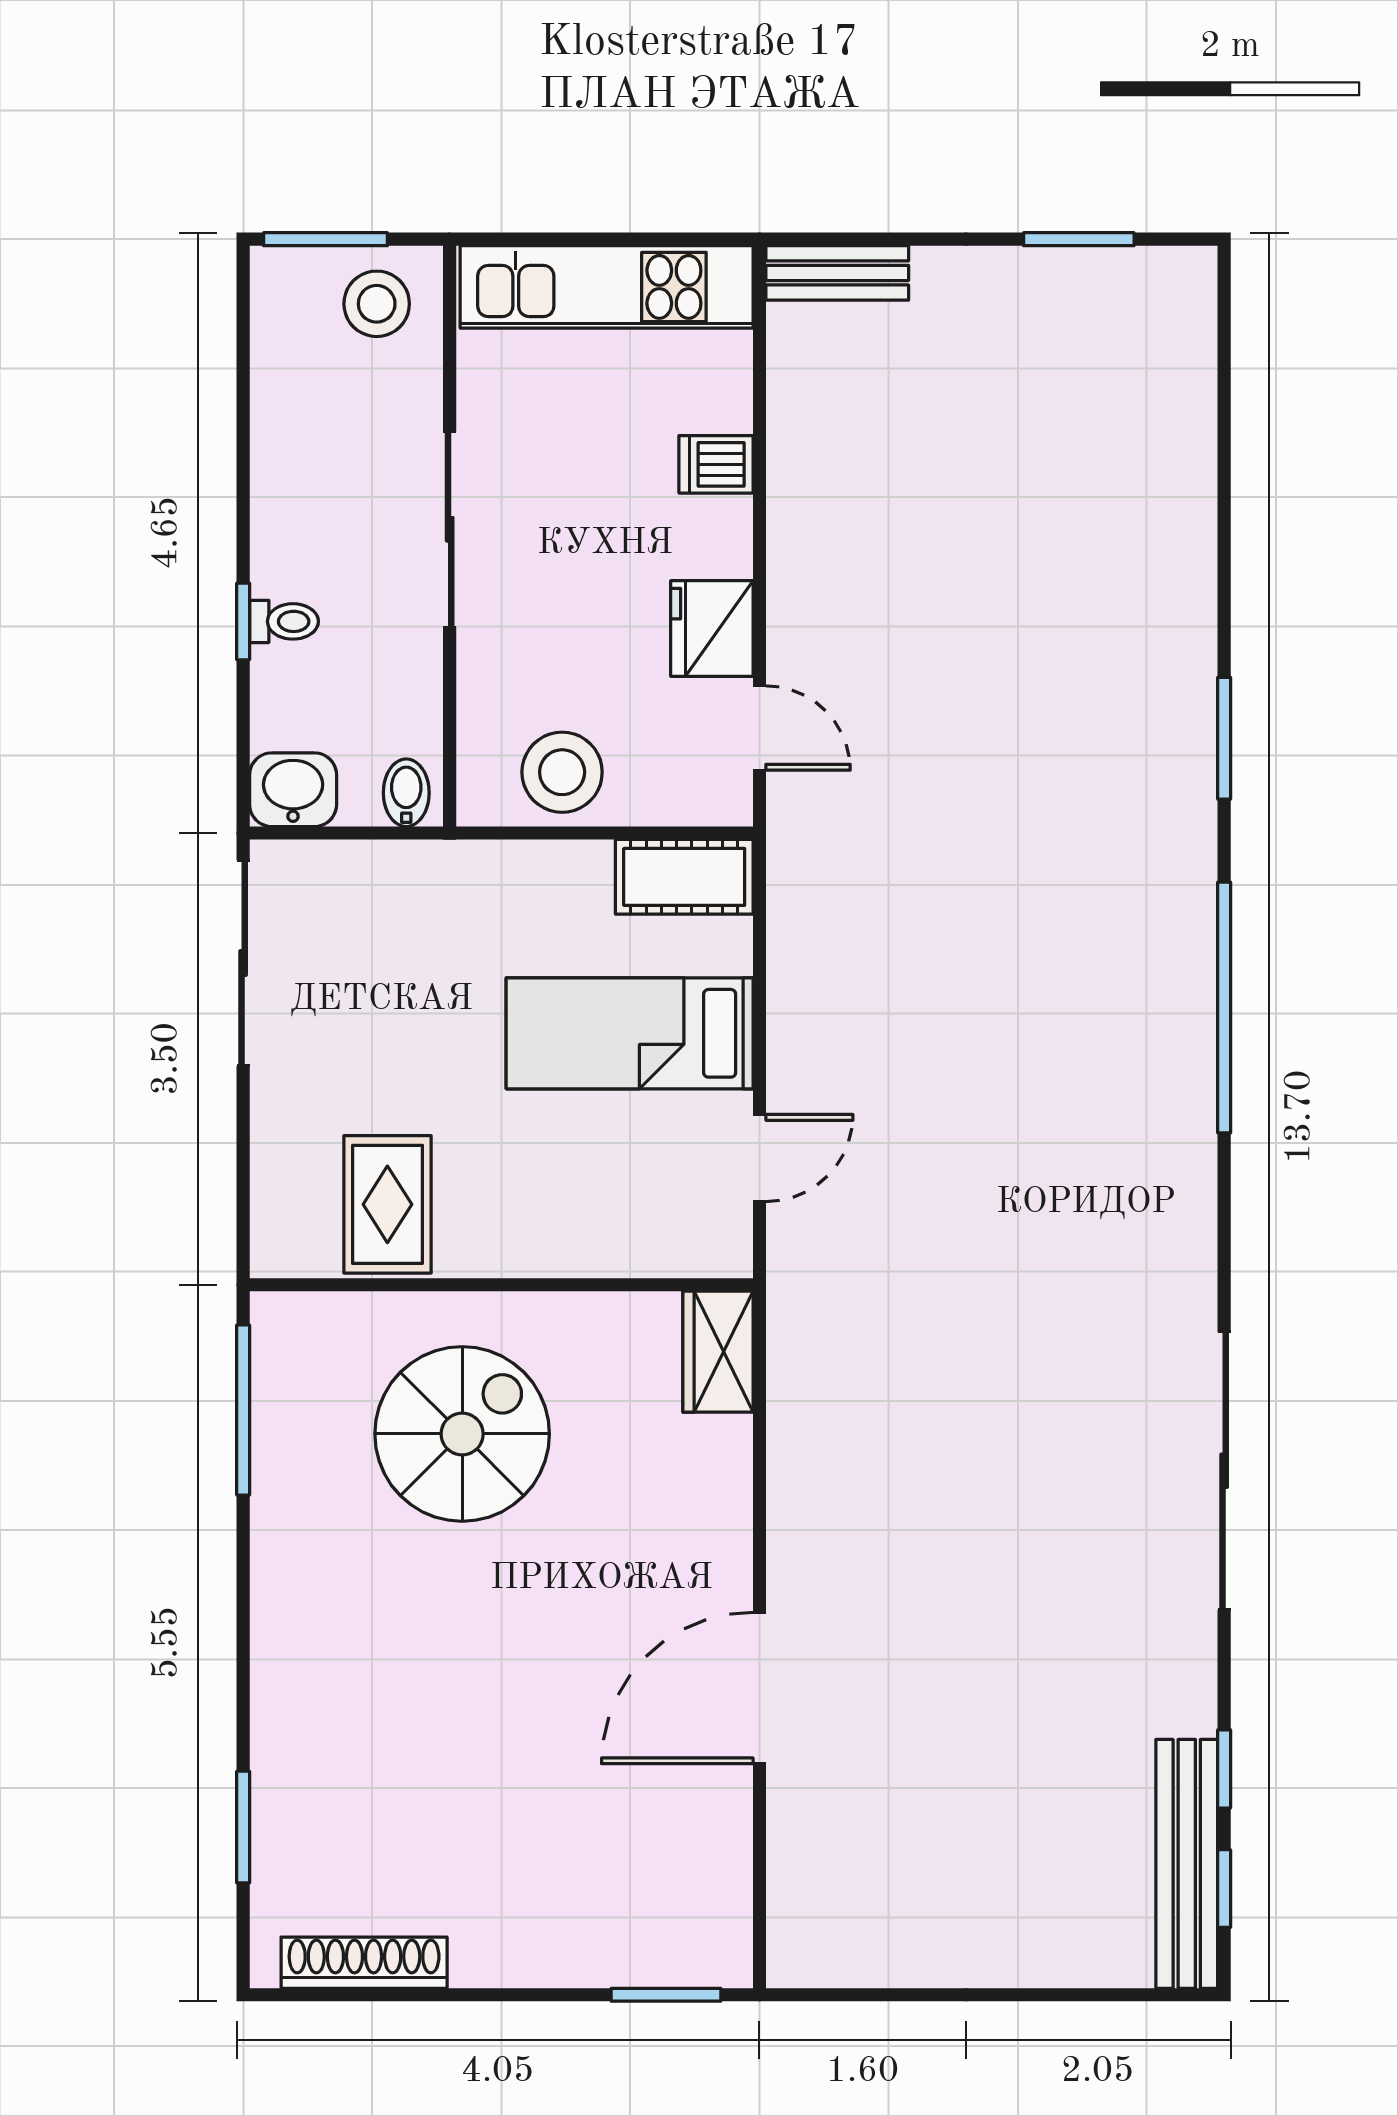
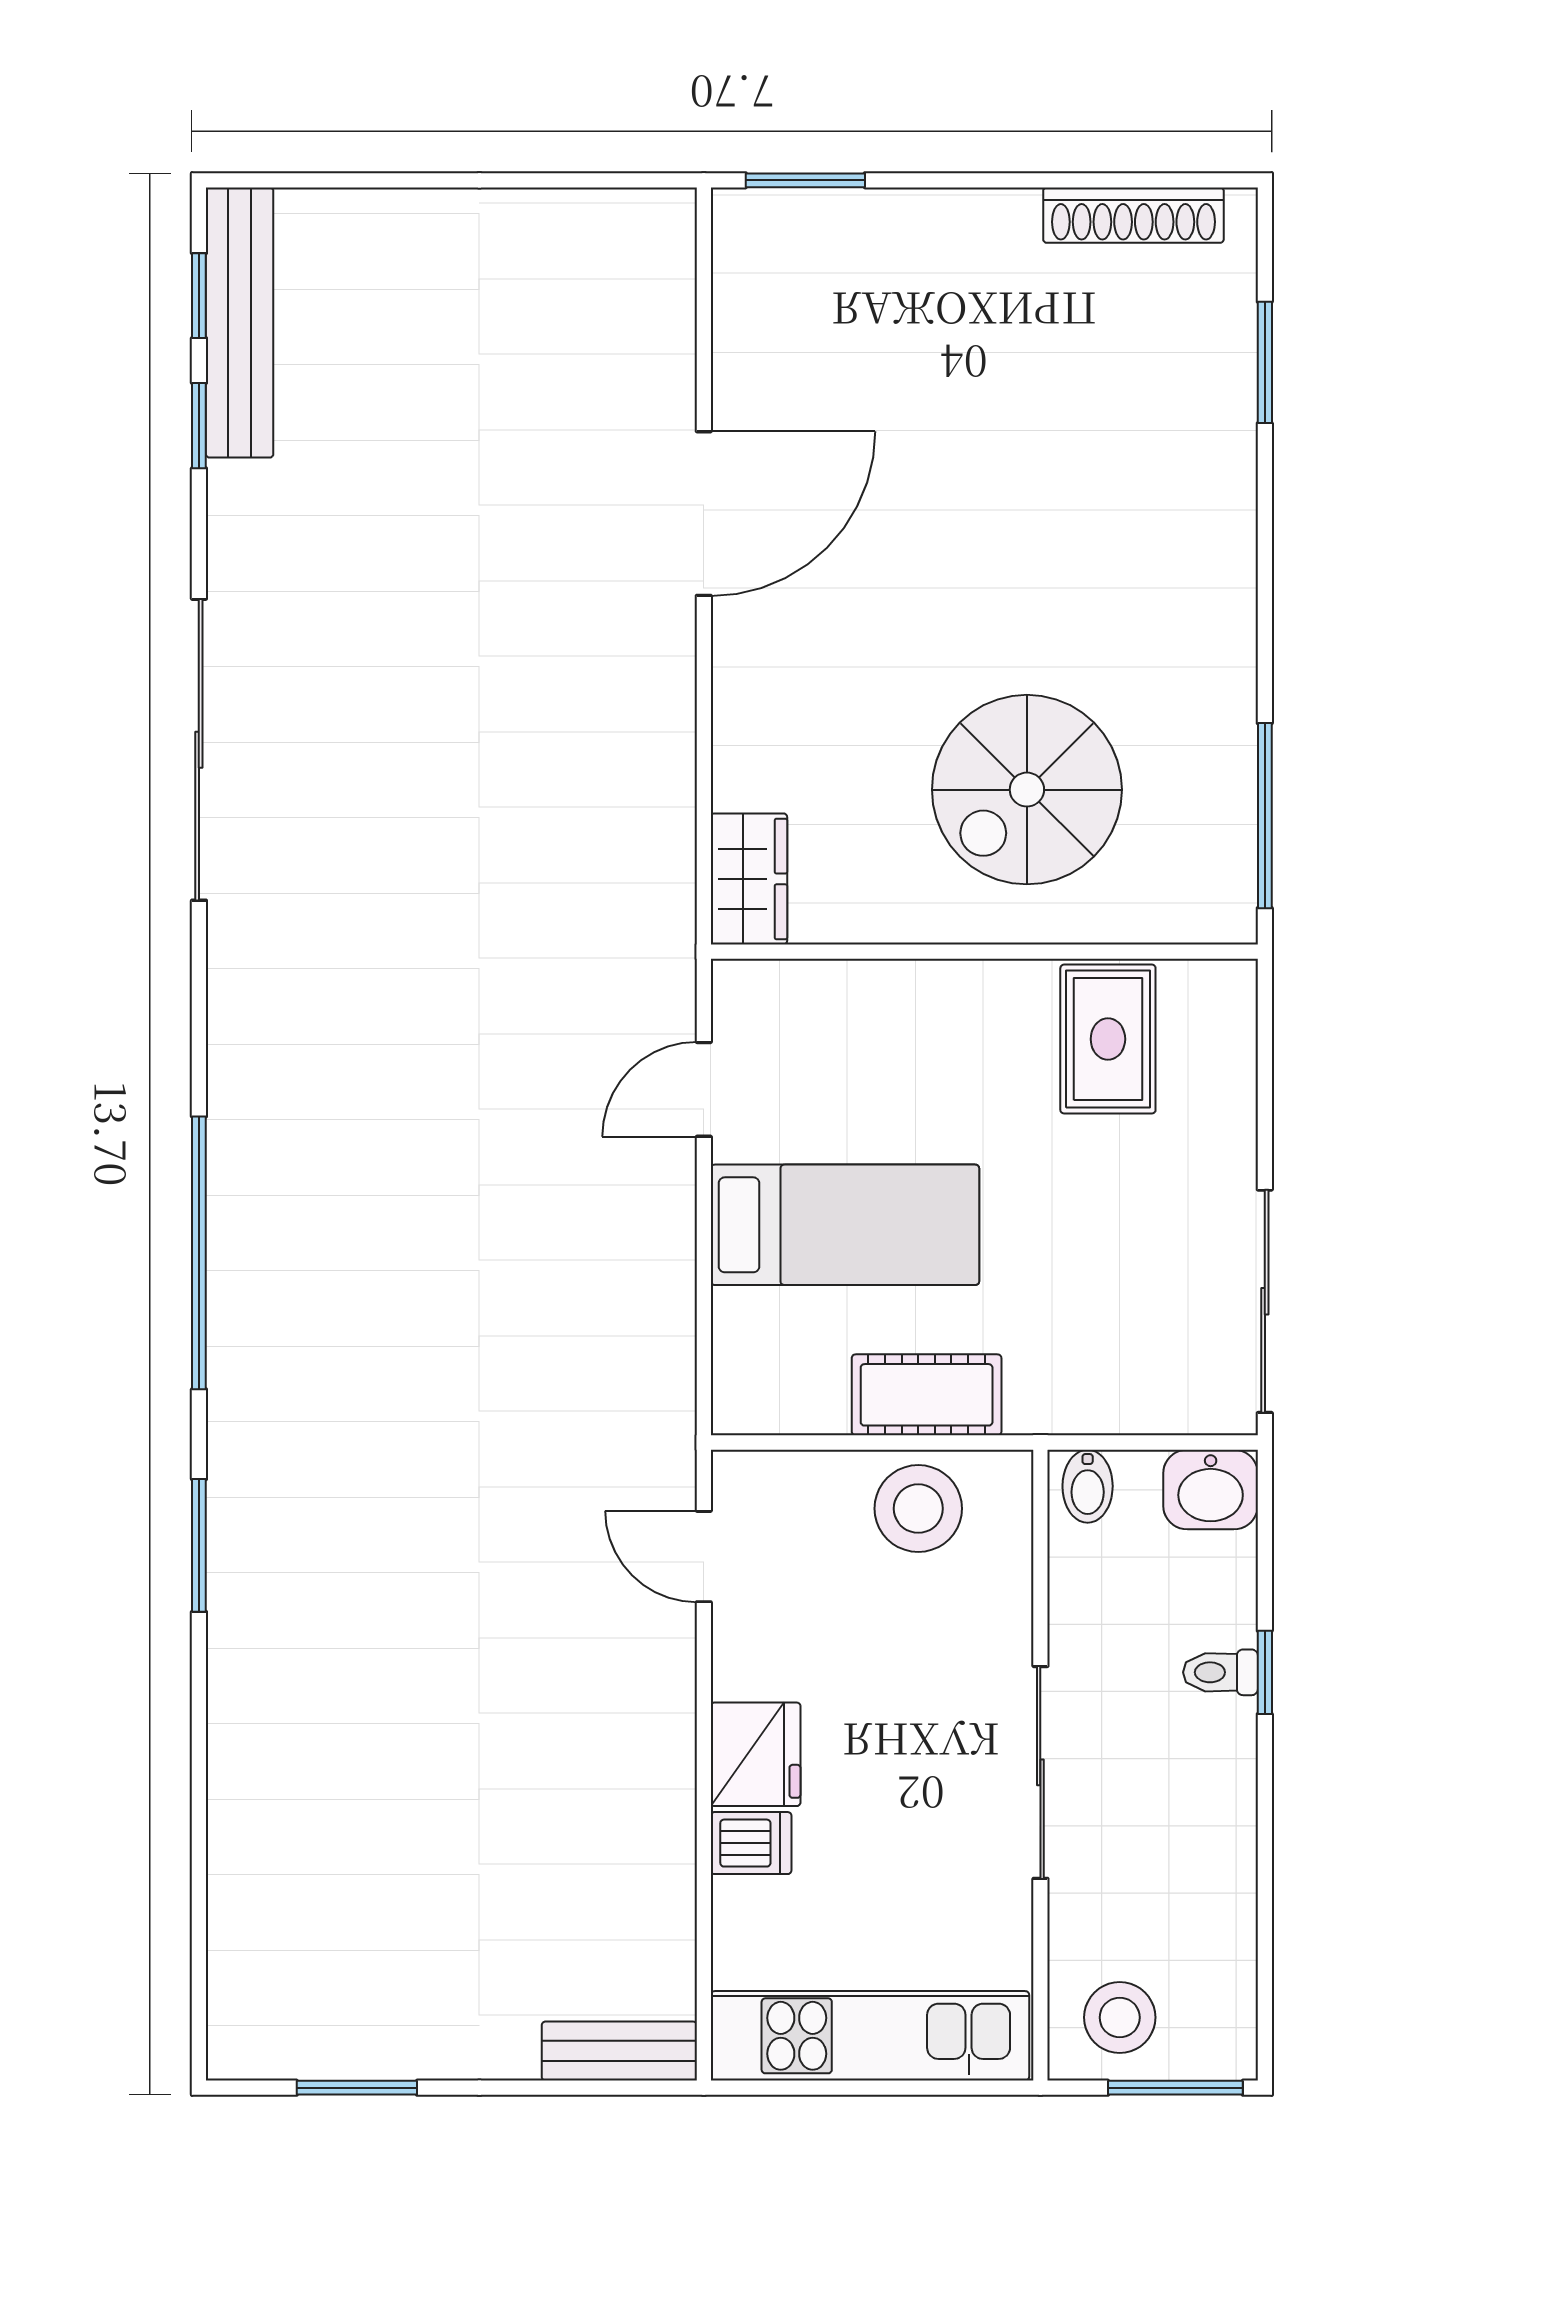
fridge: (712, 629) -> (756, 1754), moved
cot: (684, 877) -> (927, 1395), moved

